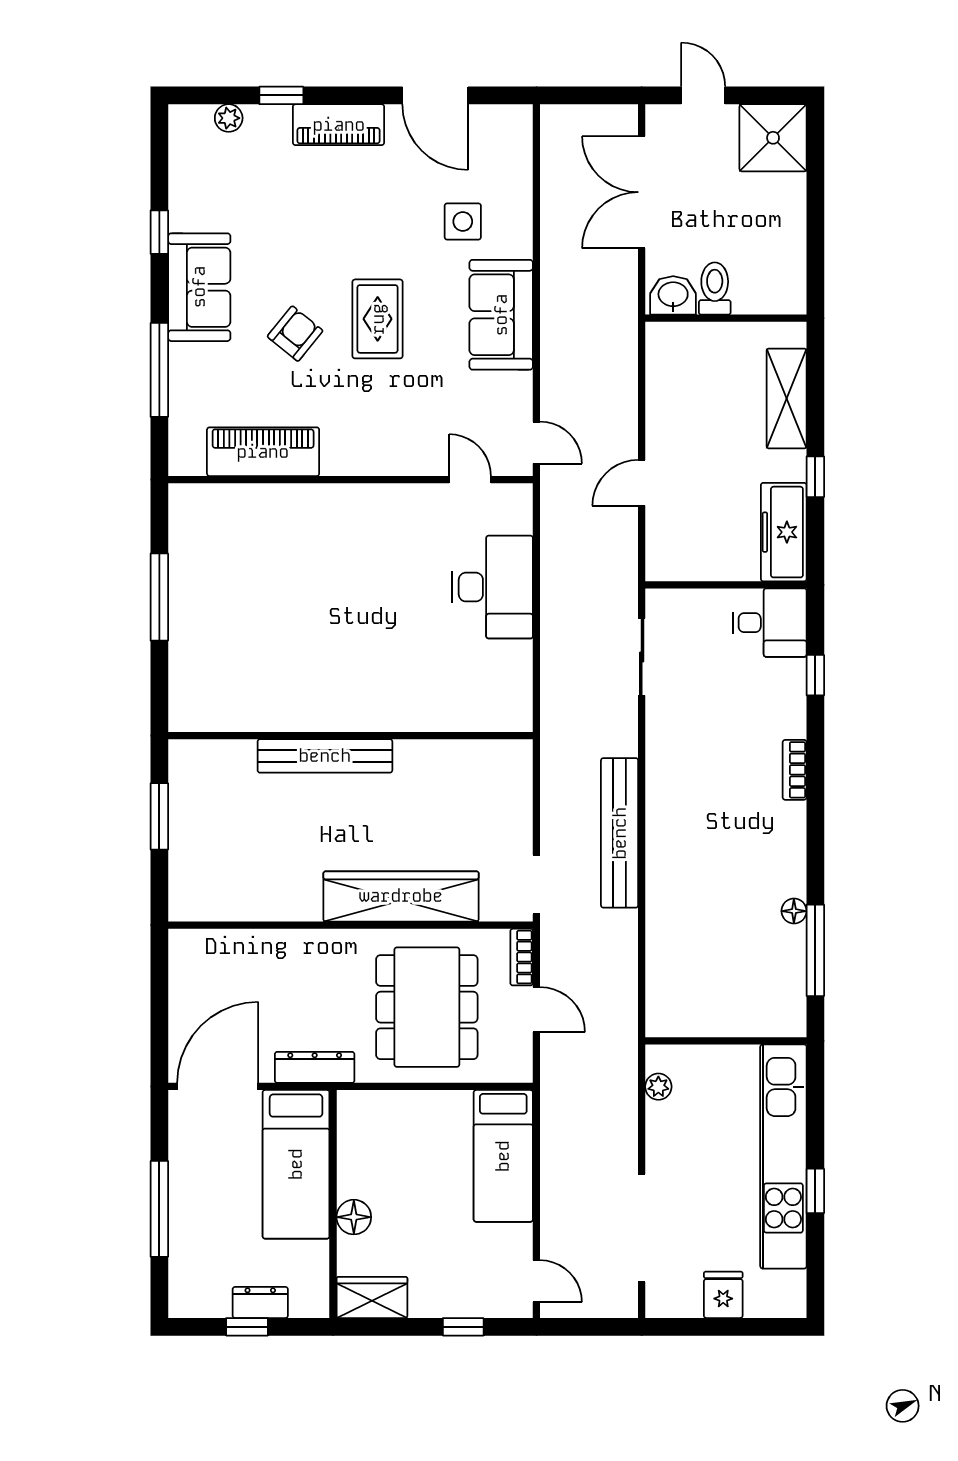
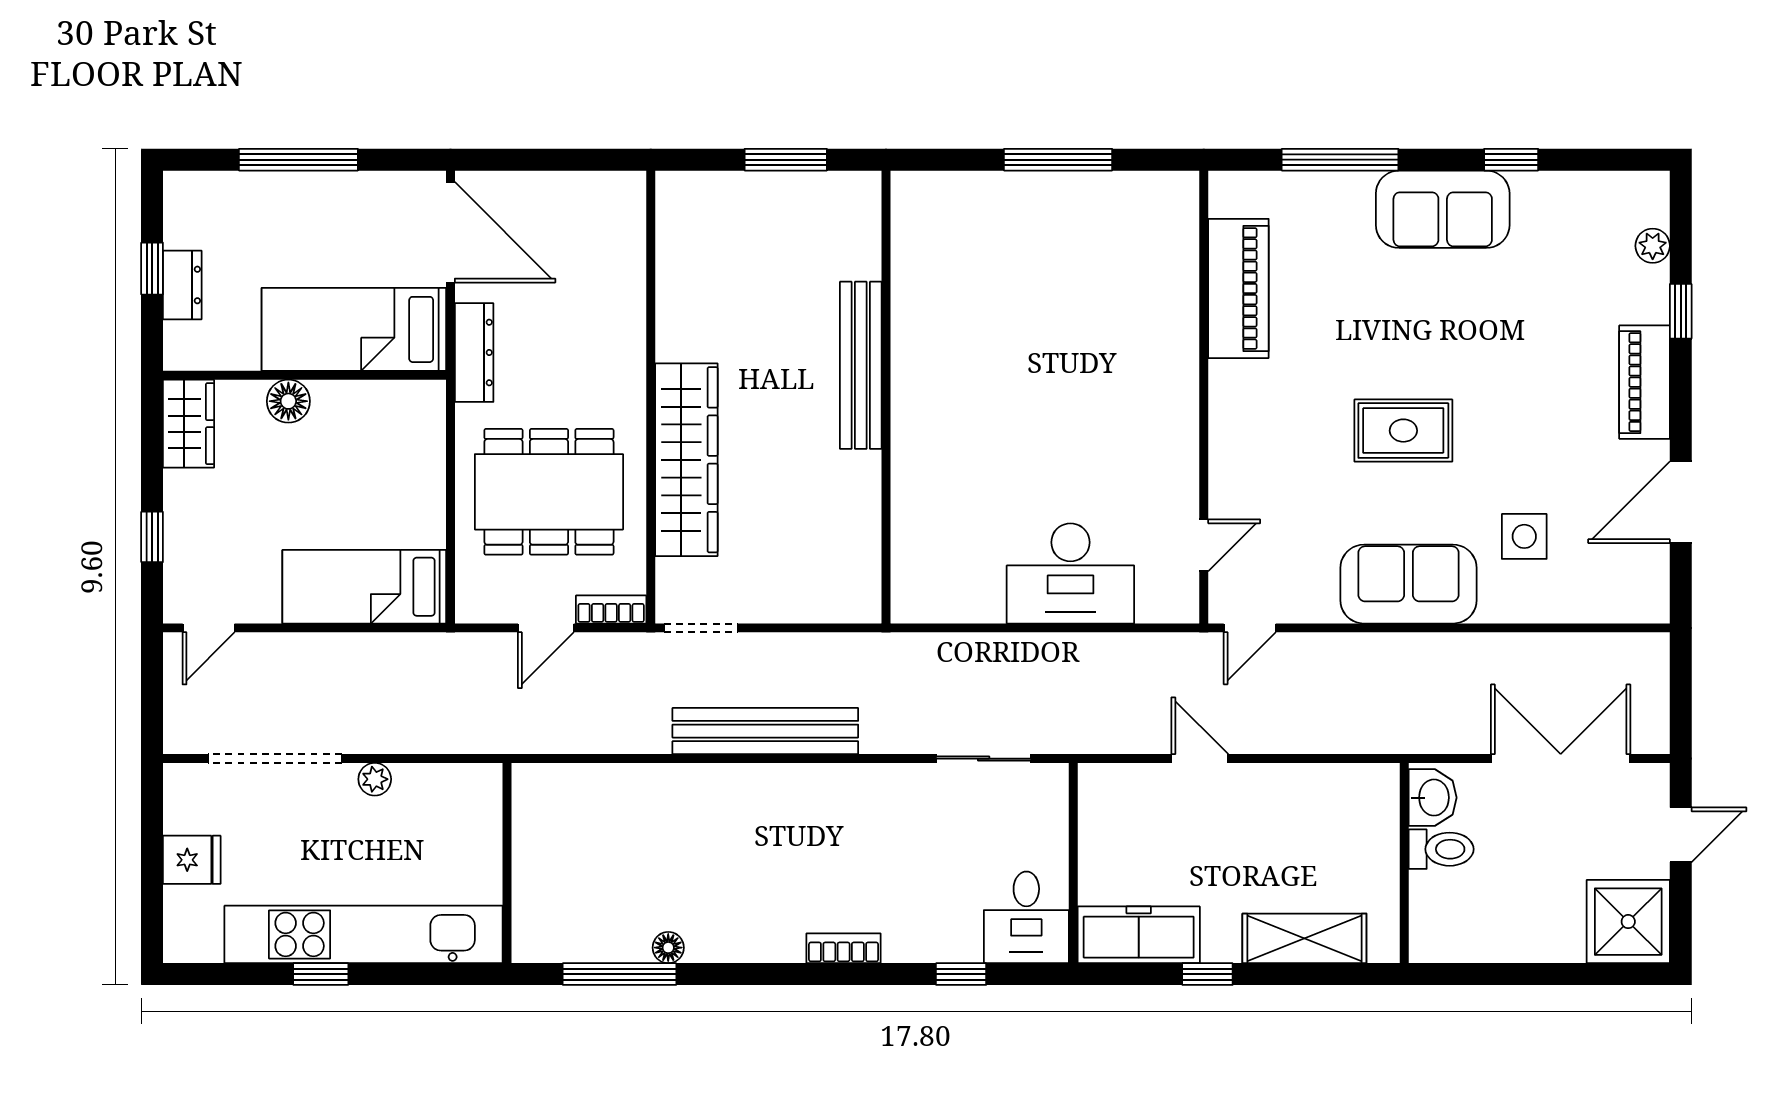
armchair: (295, 334) -> (1385, 328), removed
plant: (658, 1087) -> (375, 779), moved

